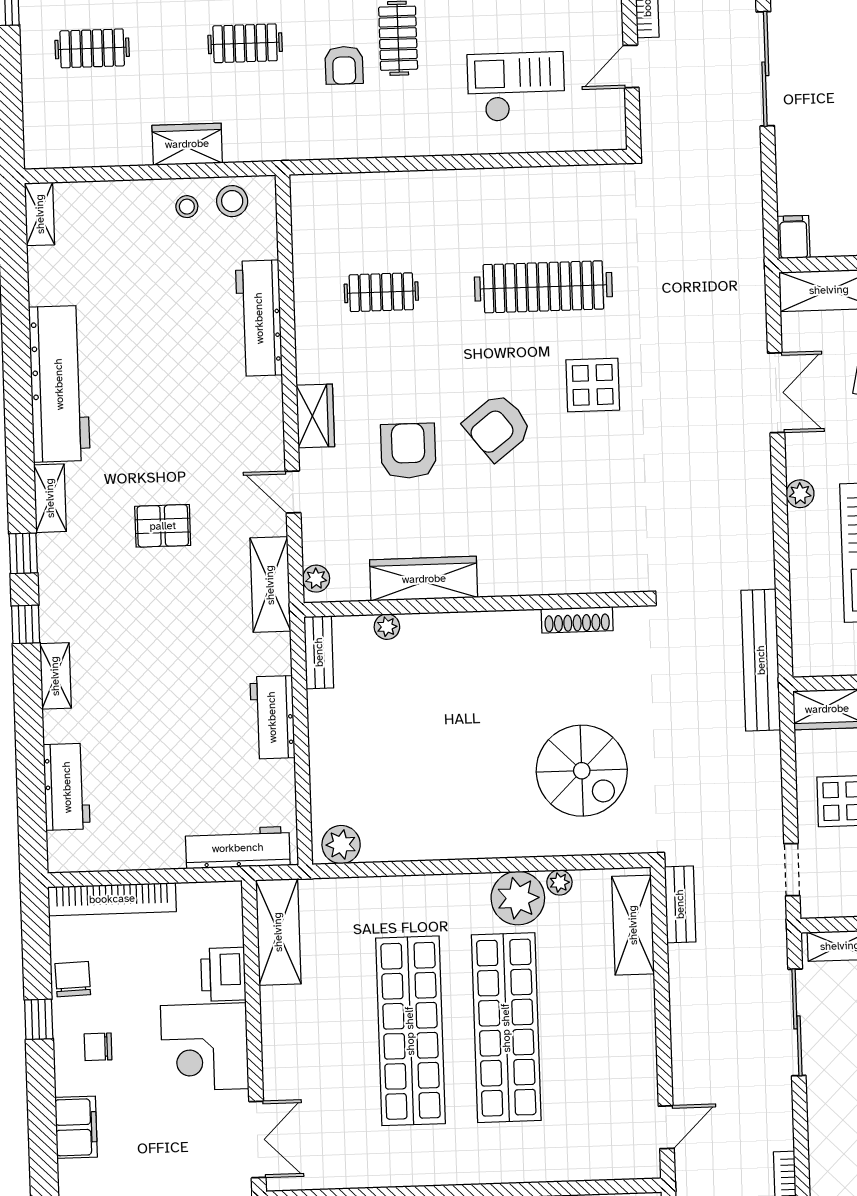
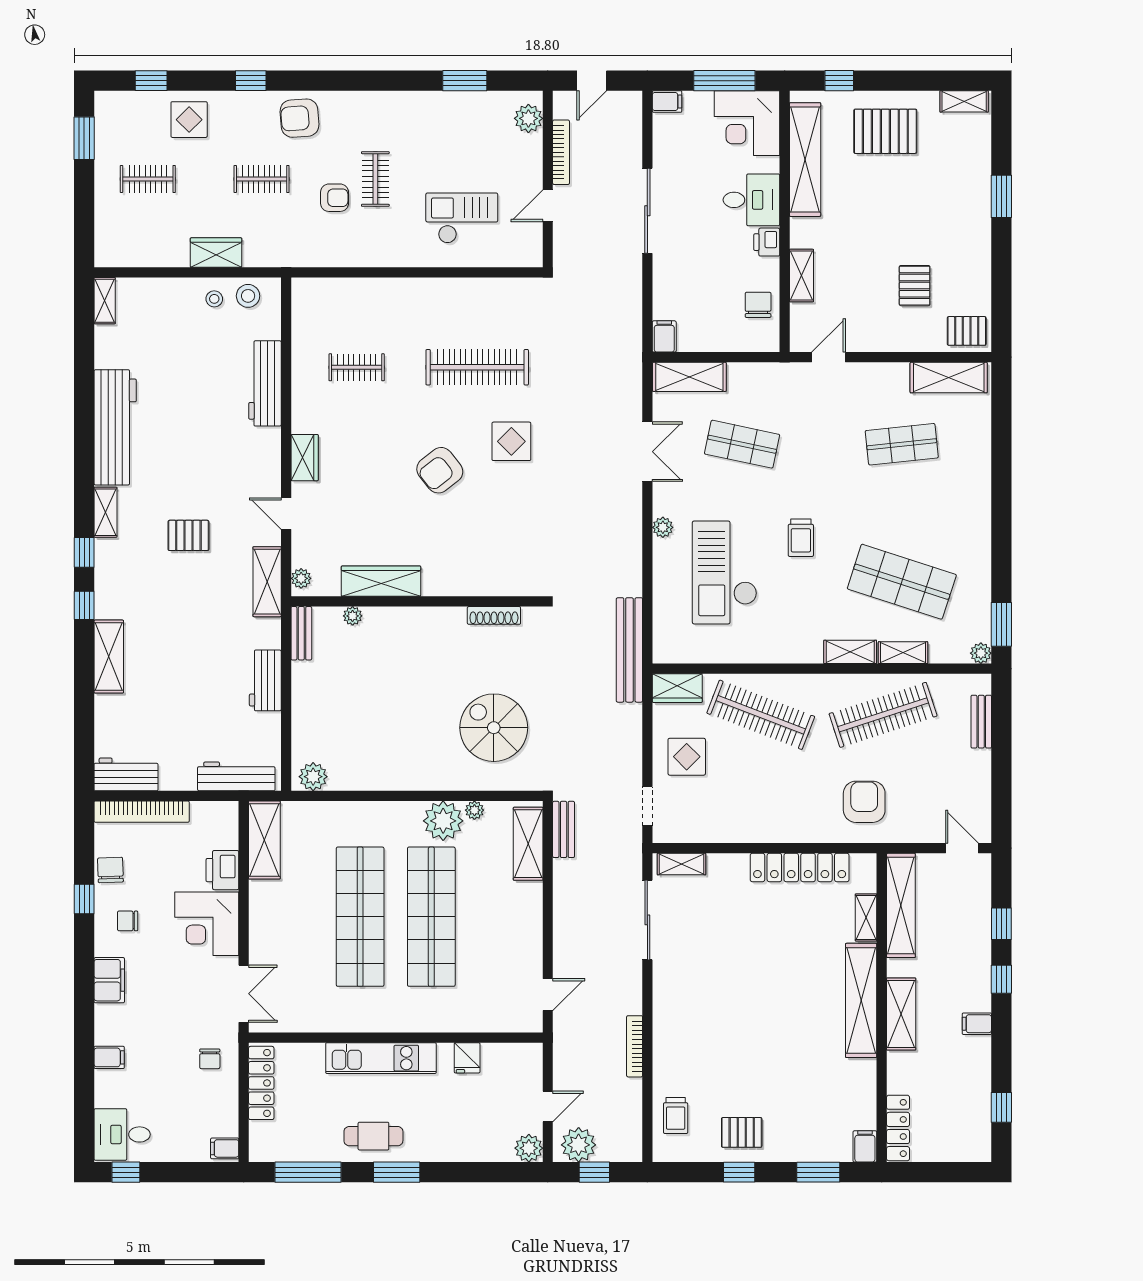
armchair: (344, 65) -> (335, 198), turned -90
armchair: (408, 451) -> (373, 486), removed
shelving: (55, 676) -> (109, 657), width x1.50, depth x1.33
spiral stairs: (582, 771) -> (494, 728), turned 180
workbench: (67, 787) -> (126, 774), moved, turned -90

